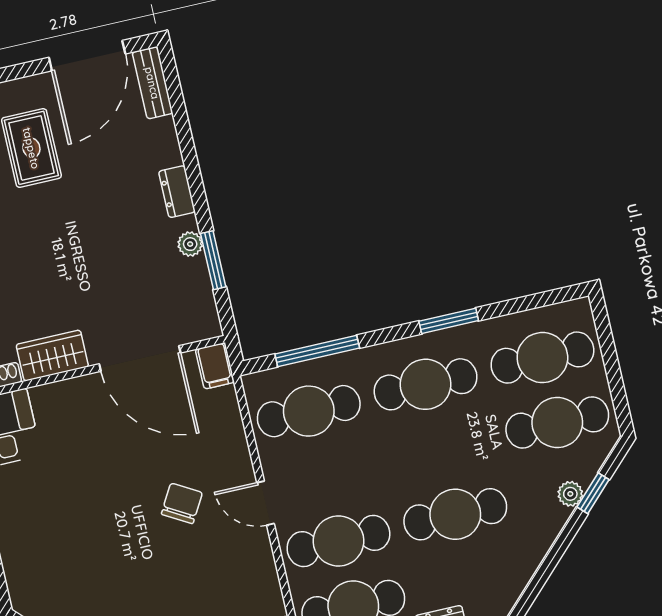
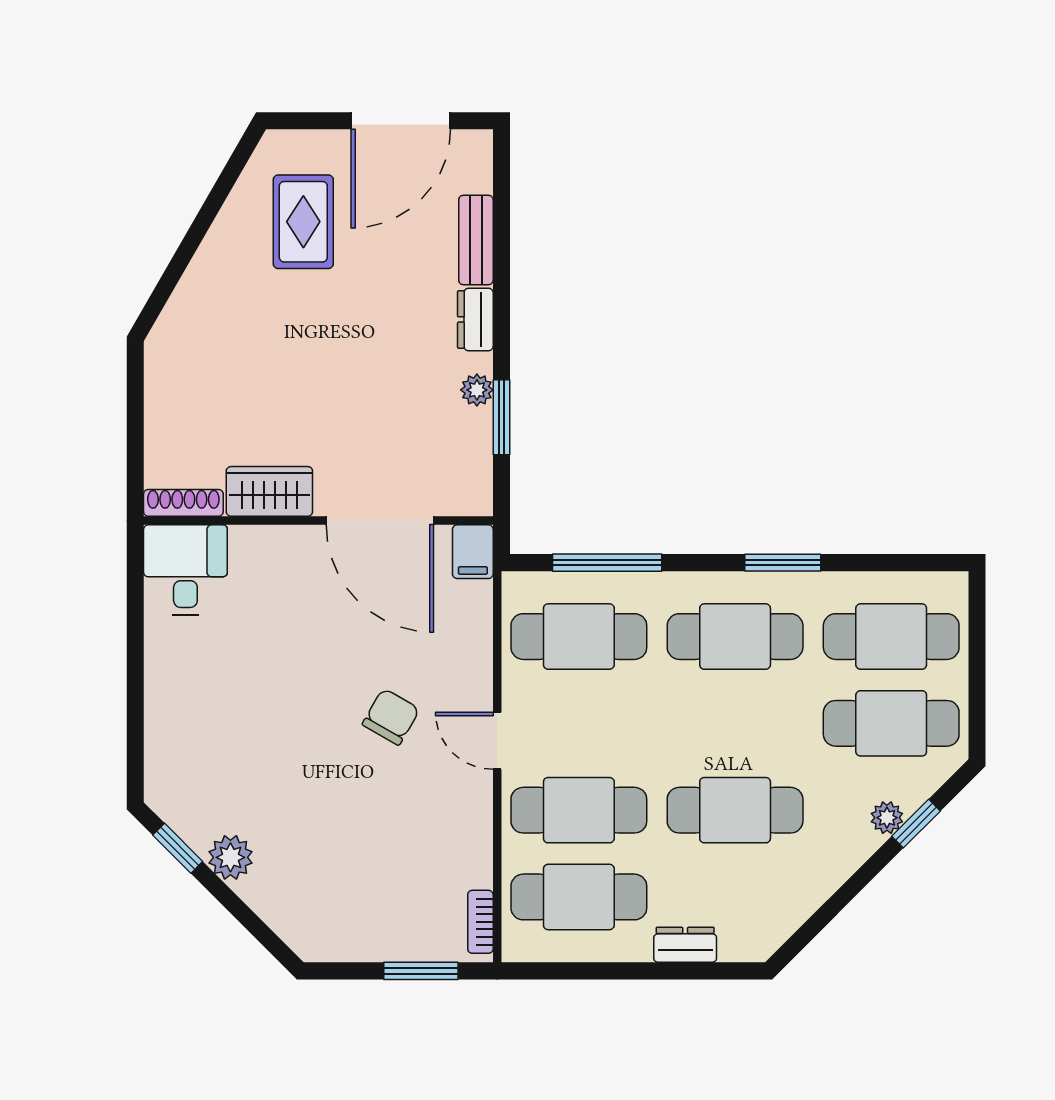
bench: (152, 83) -> (476, 240), moved

